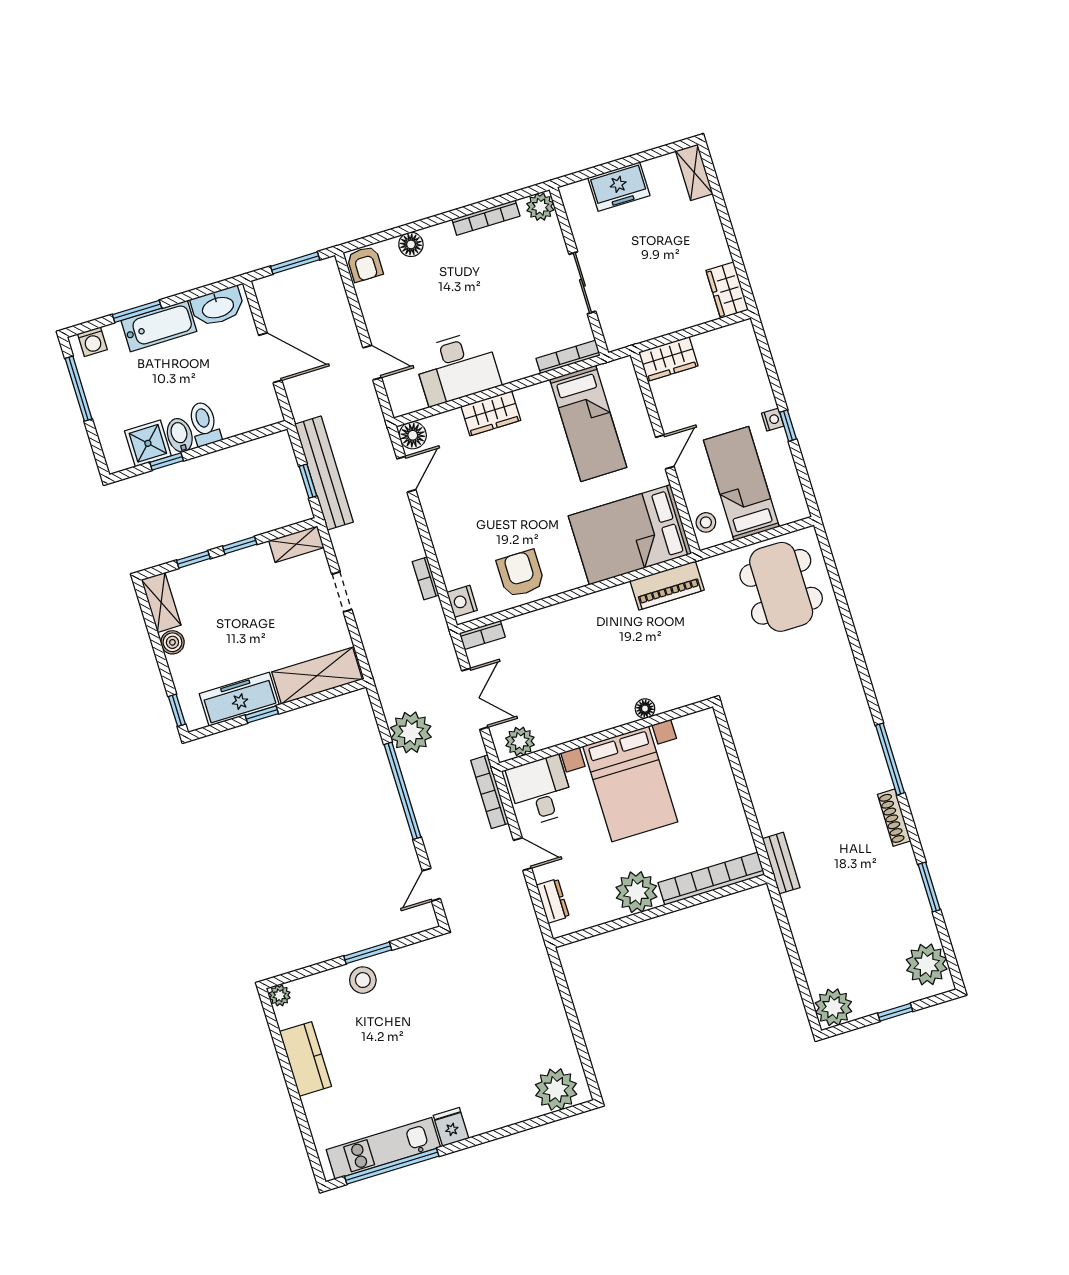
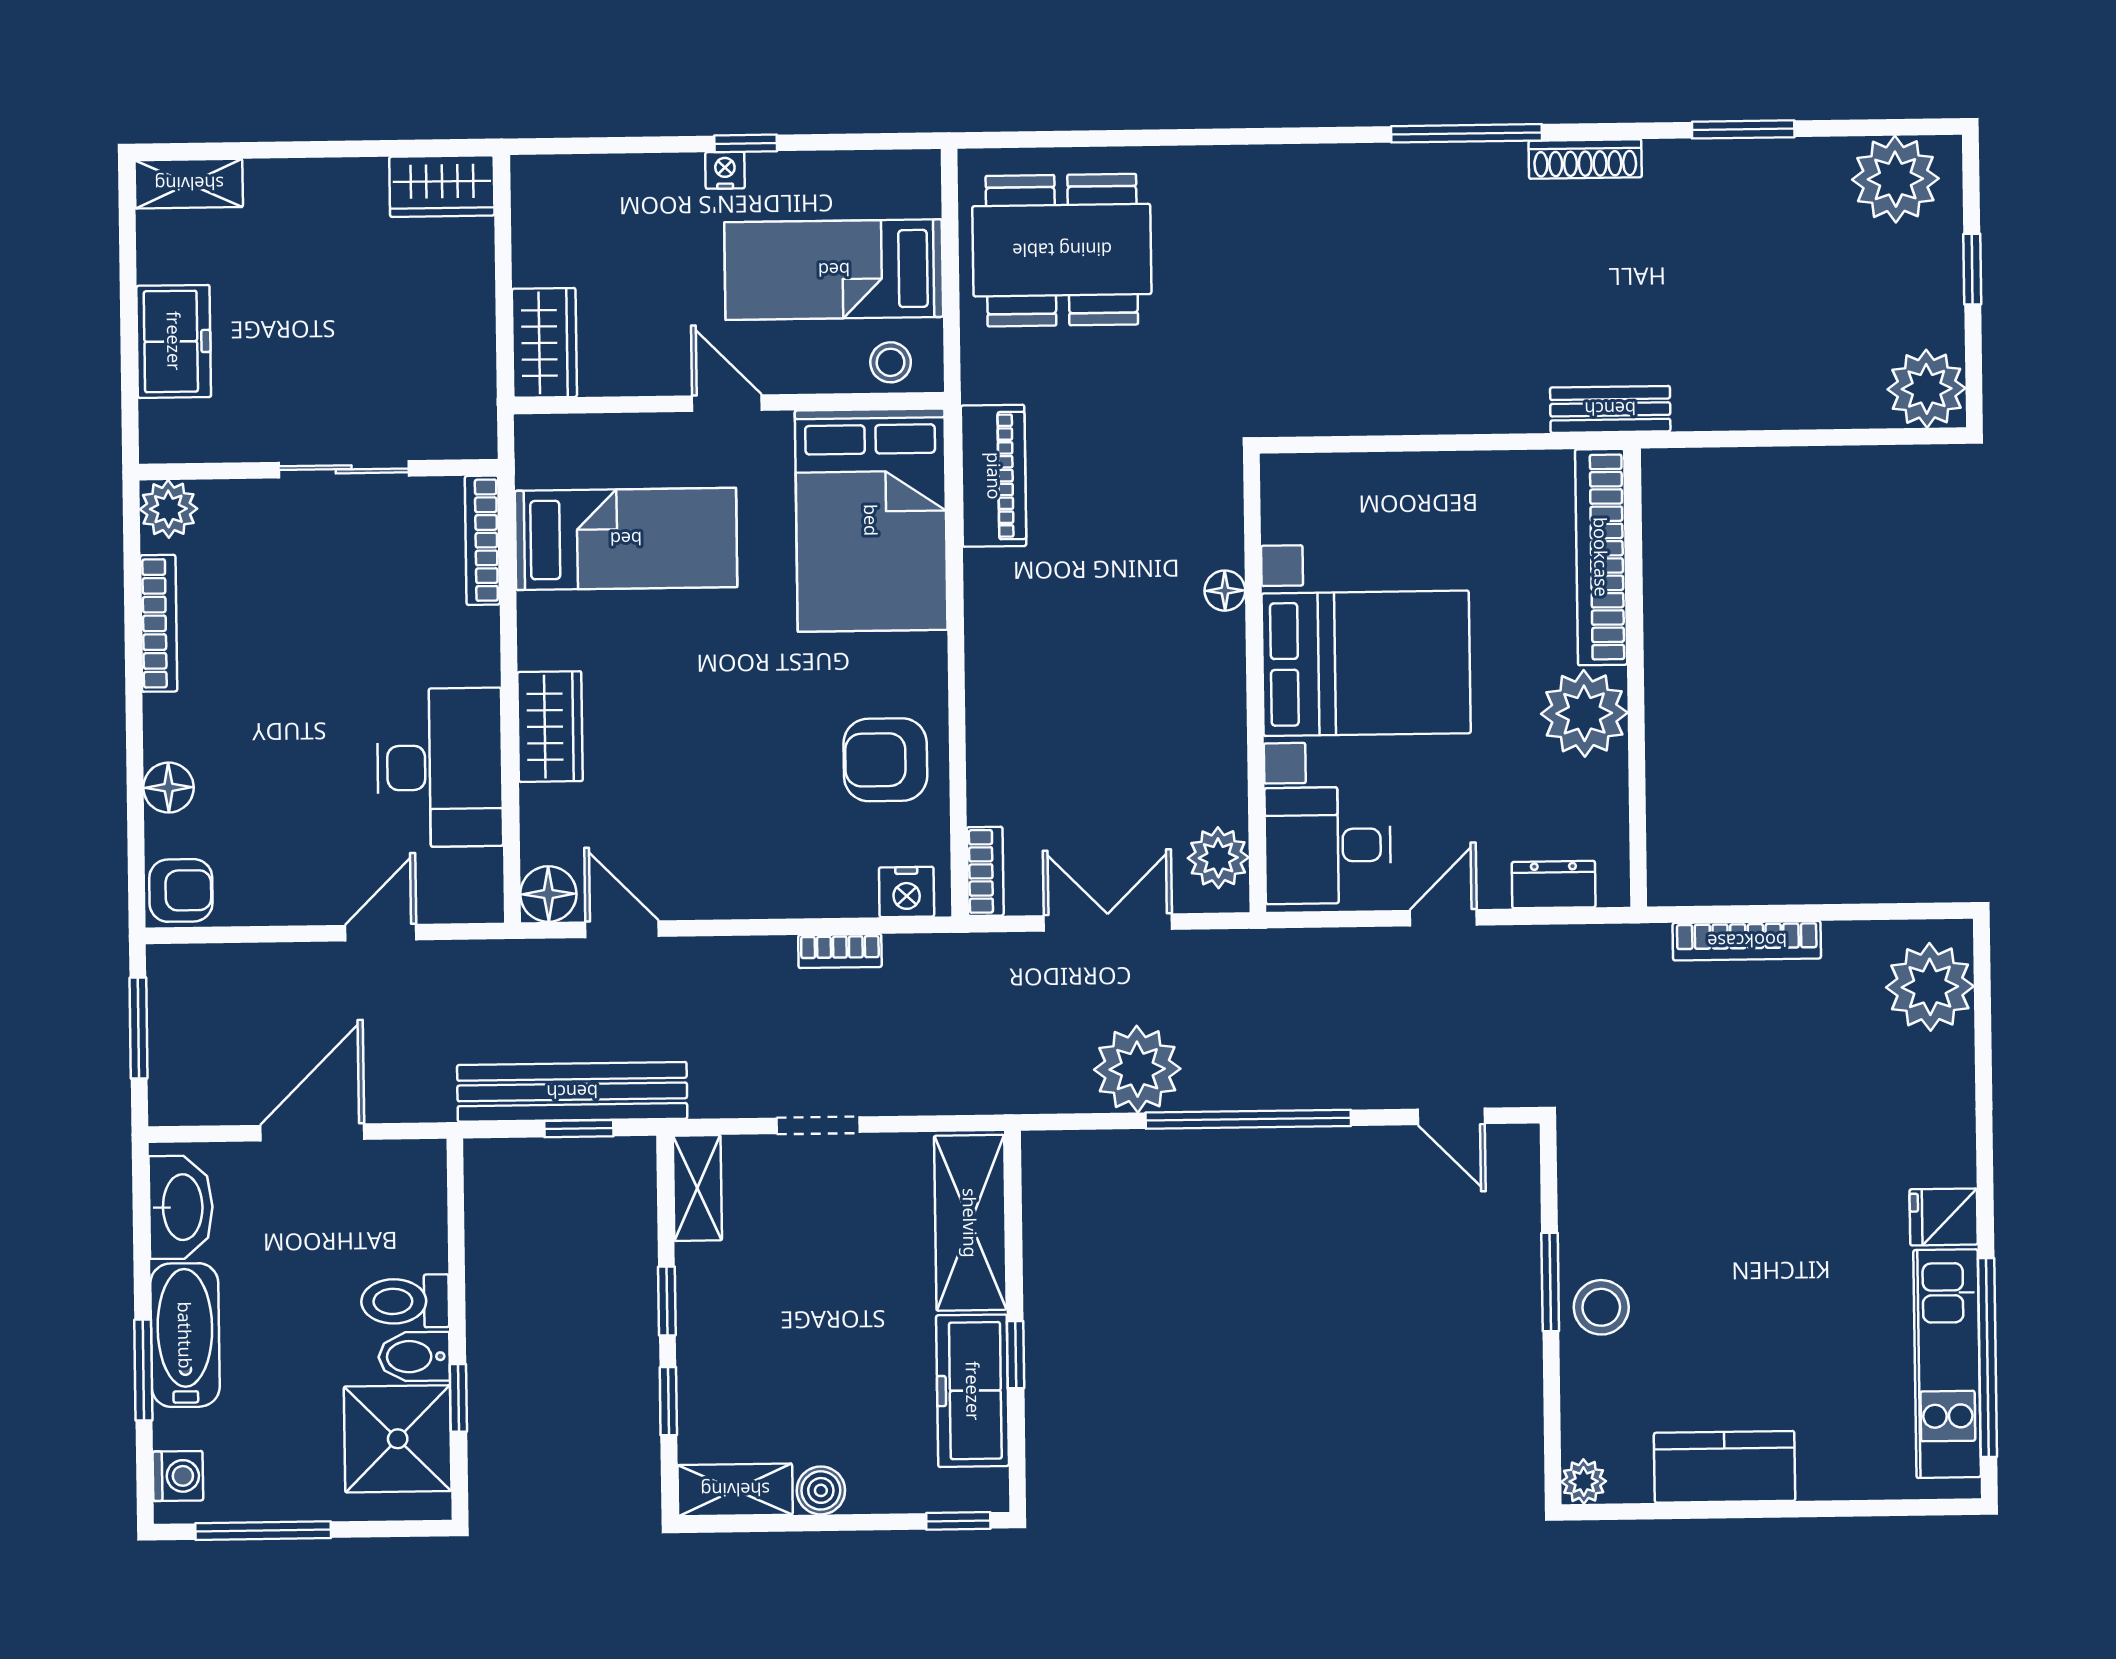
shower: (148, 443) -> (398, 1439), width x1.36, depth x1.36
bookcase: (490, 792) -> (1747, 941), moved

